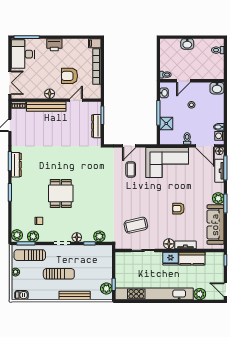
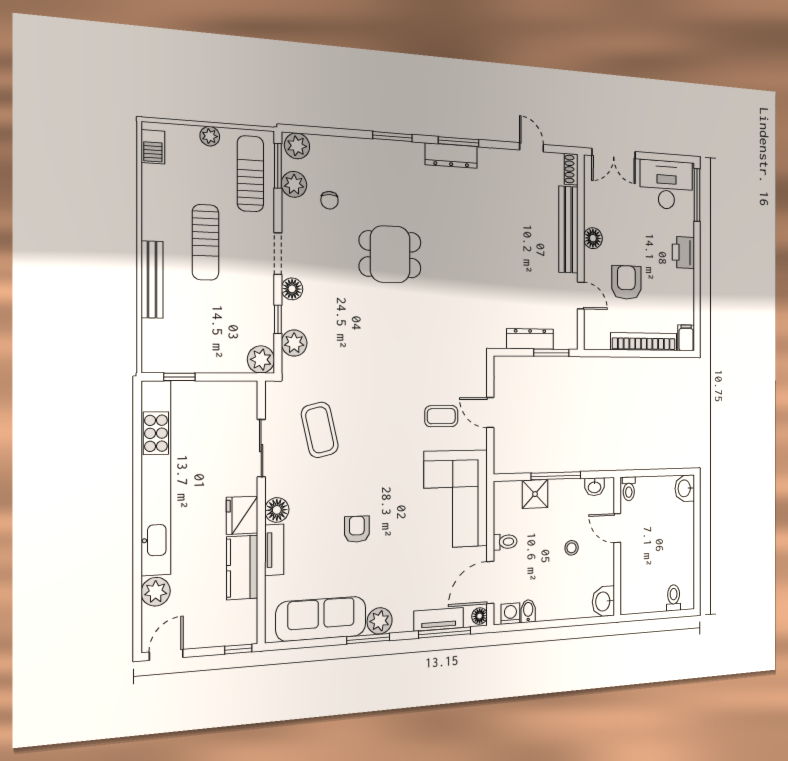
washbasin: (187, 44) -> (685, 488), moved
plant: (106, 288) -> (261, 360), moved

